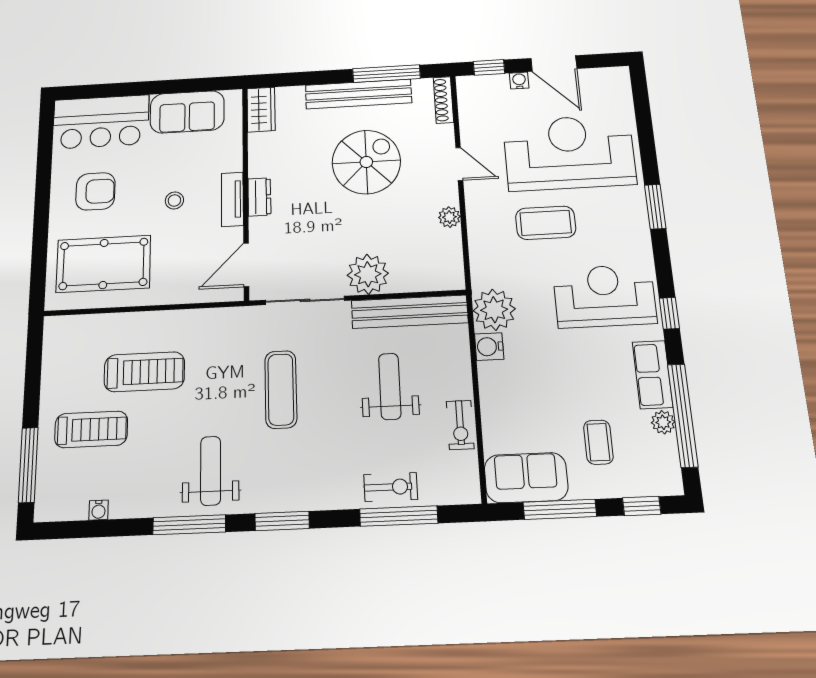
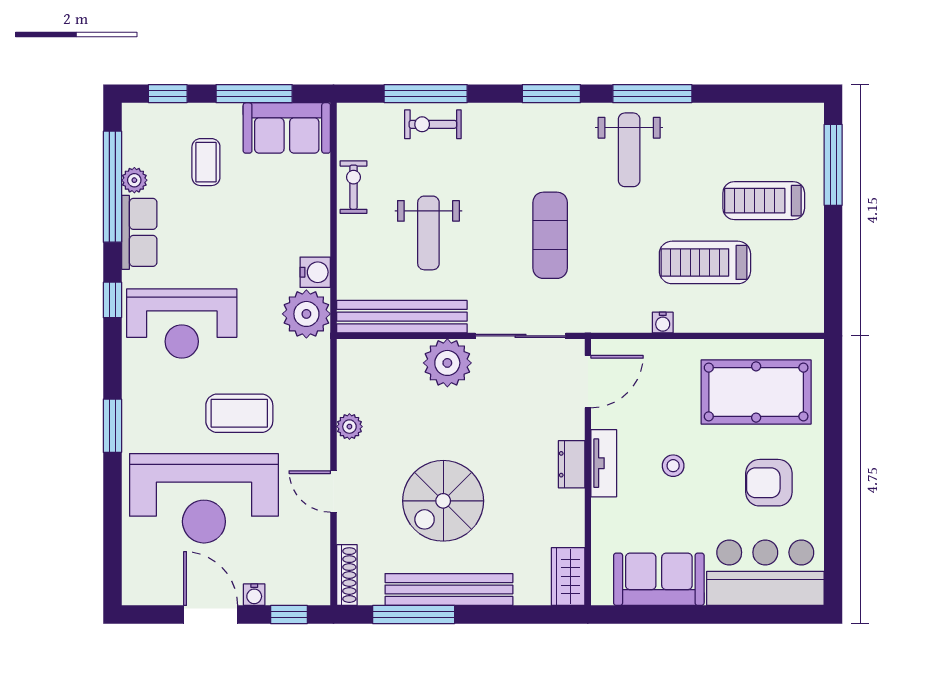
water cooler: (99, 510) -> (663, 323), moved, turned 180

